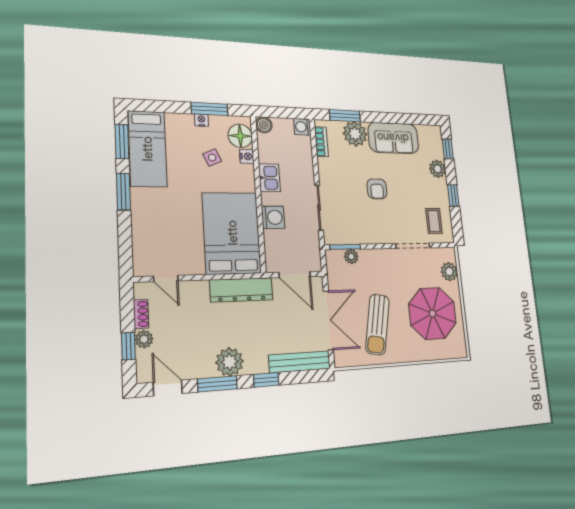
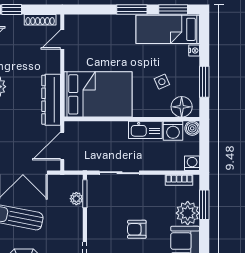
nightstand: (201, 120) -> (194, 50), moved
nightstand: (247, 156) -> (164, 111), removed
kitchen sink: (269, 178) -> (145, 130), width x1.38
washing machine: (273, 217) -> (173, 131), moved
shoe rack: (141, 314) -> (40, 20), width x1.43
plant: (144, 339) -> (16, 21), removed

